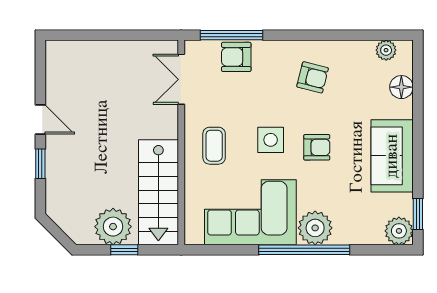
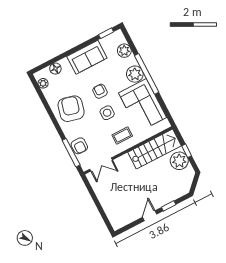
armchair: (313, 77) -> (71, 109), width x1.88, depth x1.88
plant: (399, 231) -> (124, 51), moved

